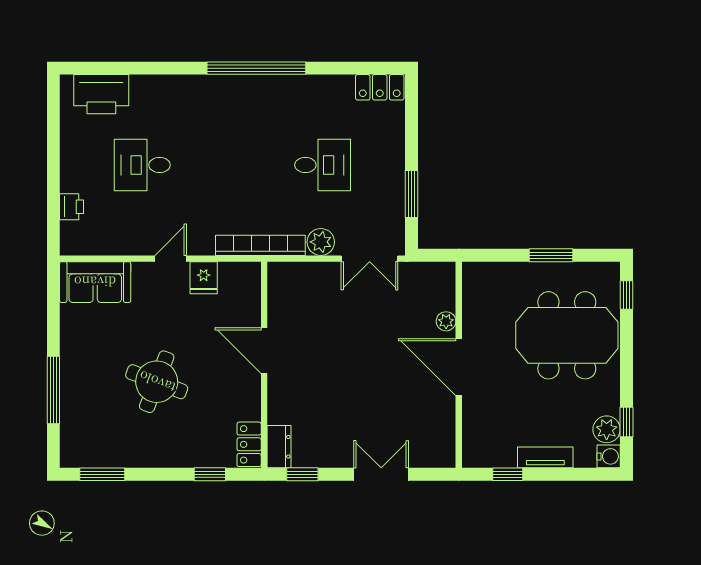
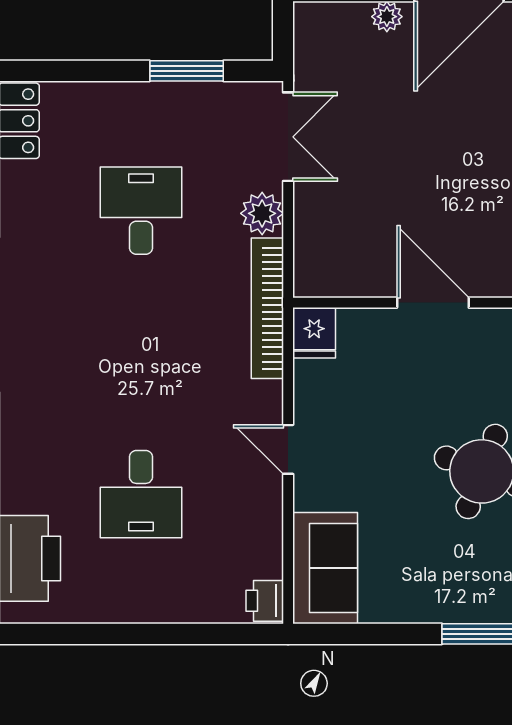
printer: (72, 207) -> (265, 601), moved, turned -90
fridge: (204, 278) -> (314, 333), moved, turned 90
door: (264, 351) -> (433, 303), swing flipped

